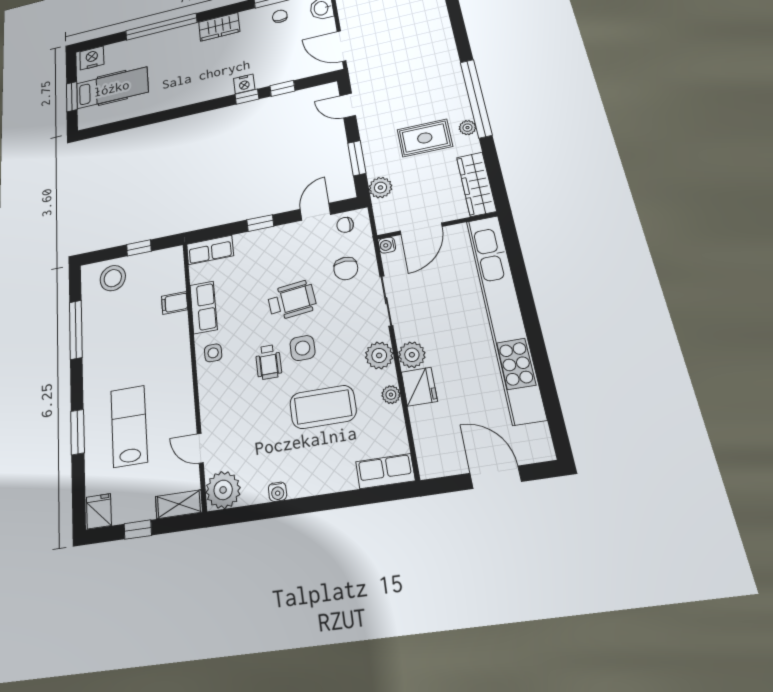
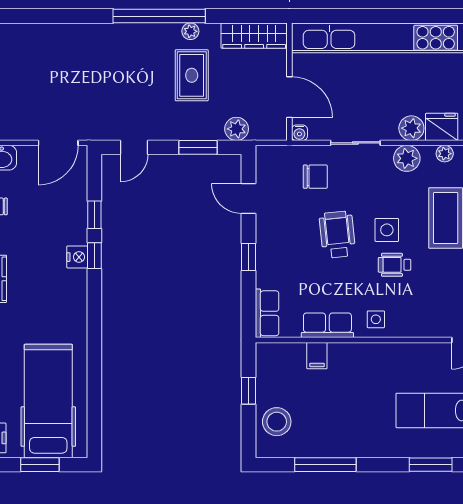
hospital bed: (112, 88) -> (48, 401), width x1.37, depth x1.29
chair: (345, 225) -> (269, 170), removed
wheelchair: (268, 362) -> (395, 265), turned 180

